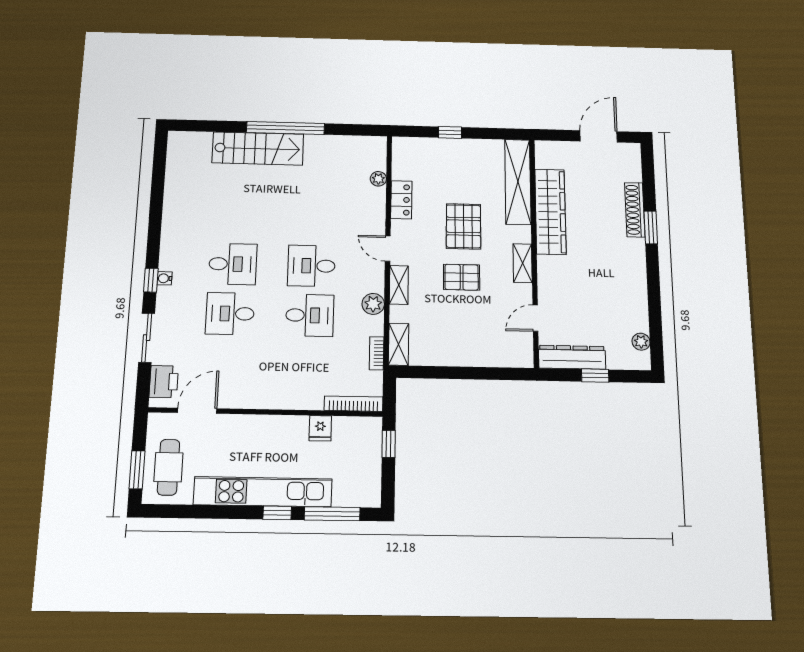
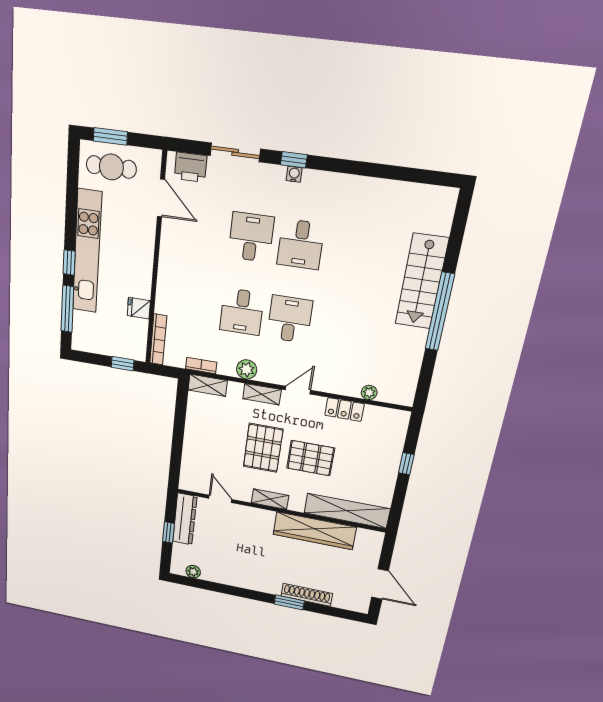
pallet: (462, 277) -> (263, 448), width x1.50, depth x1.42

